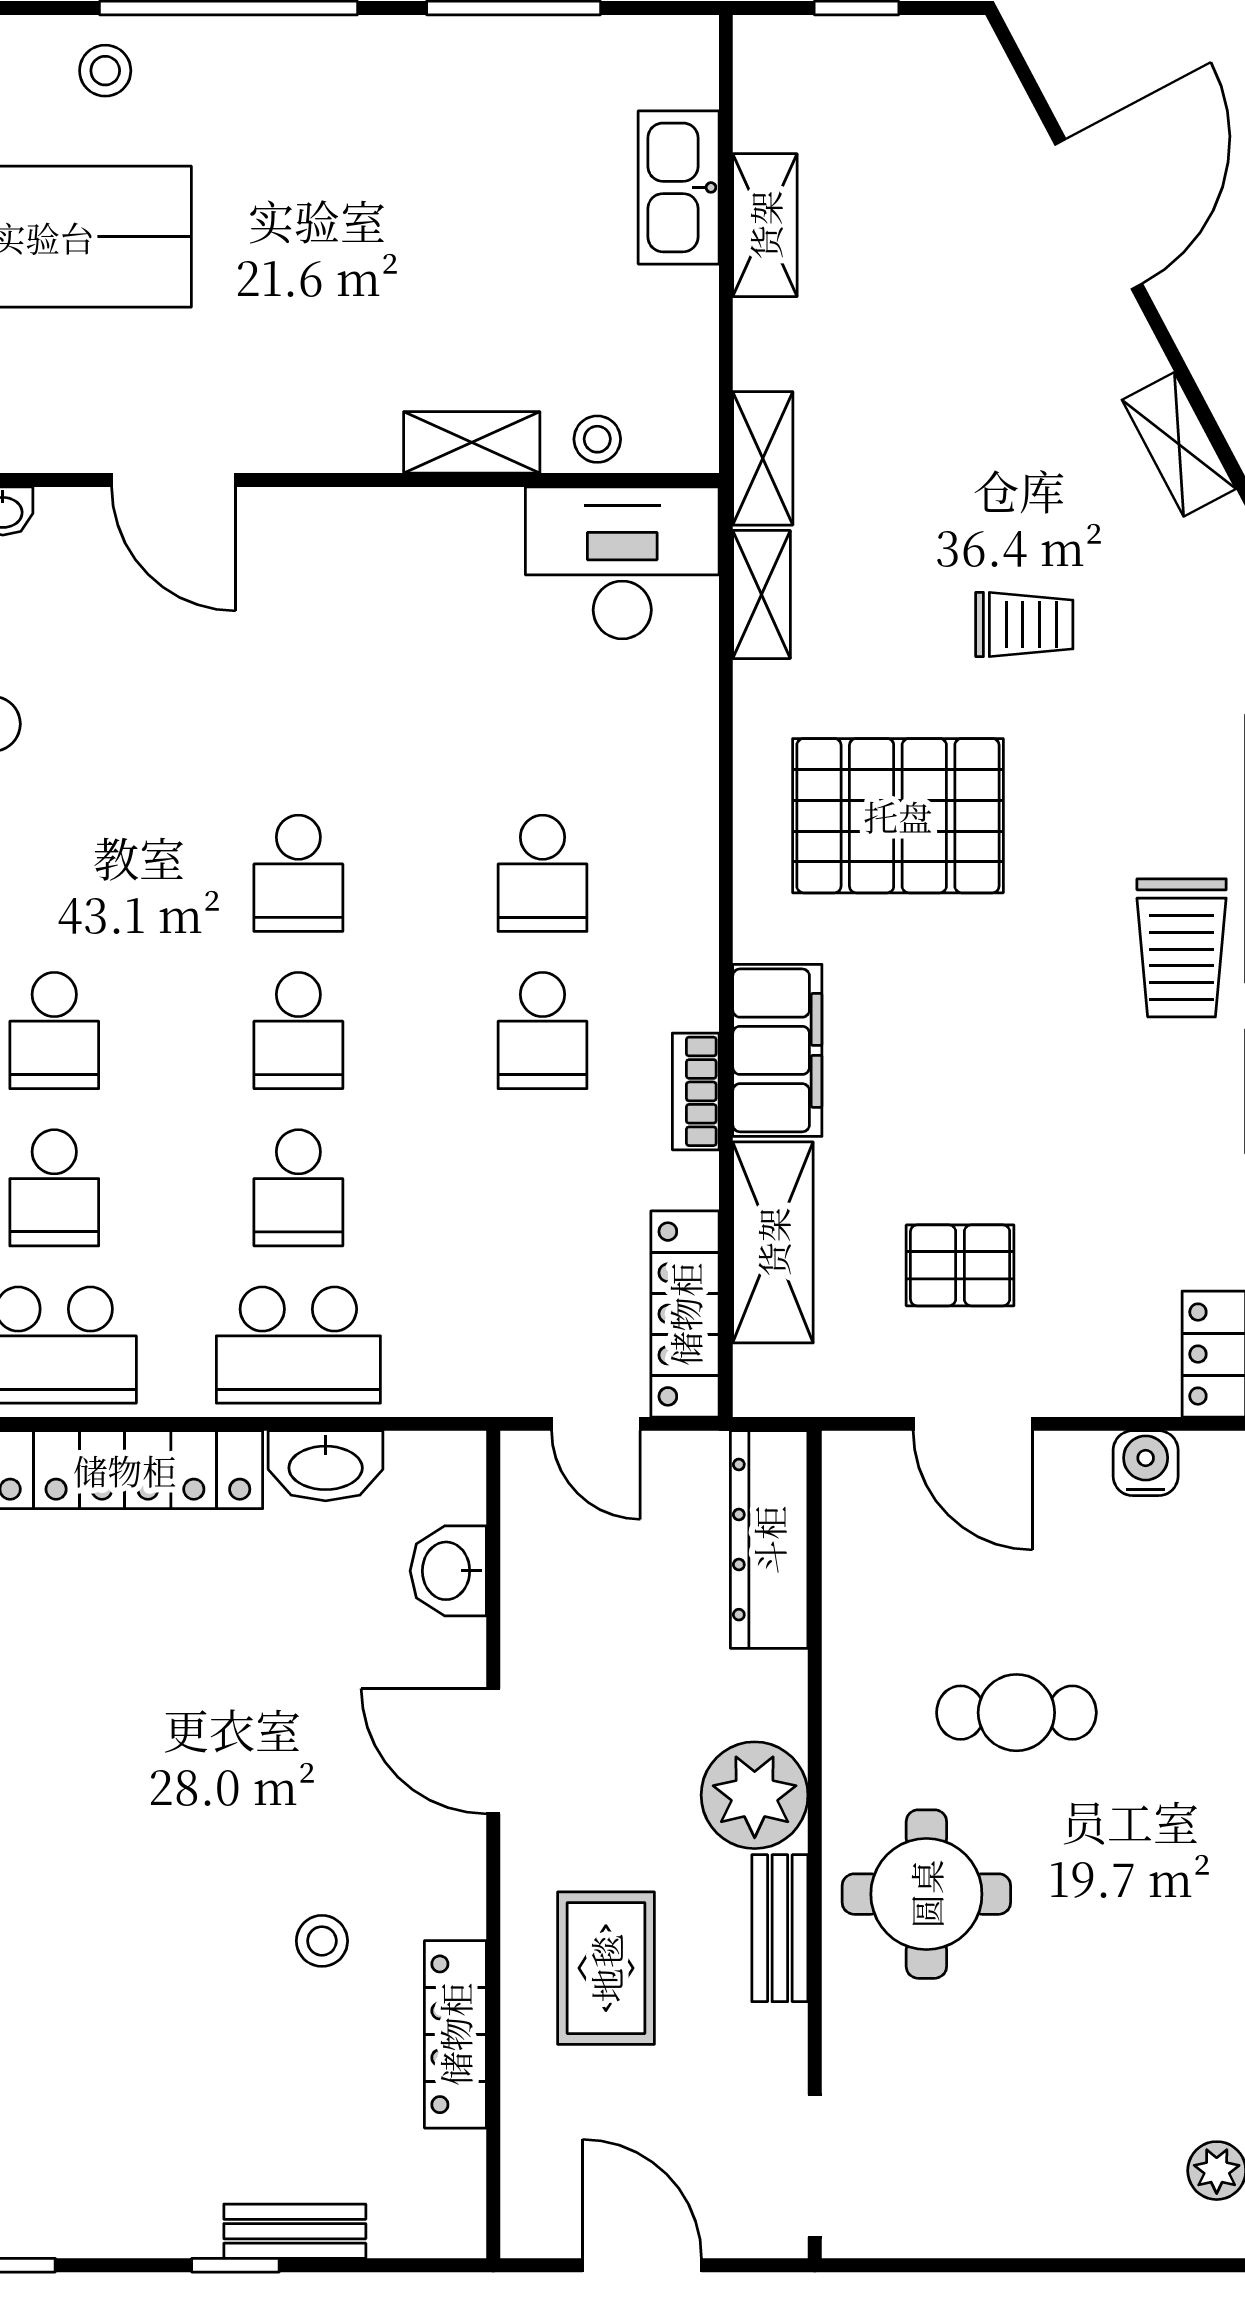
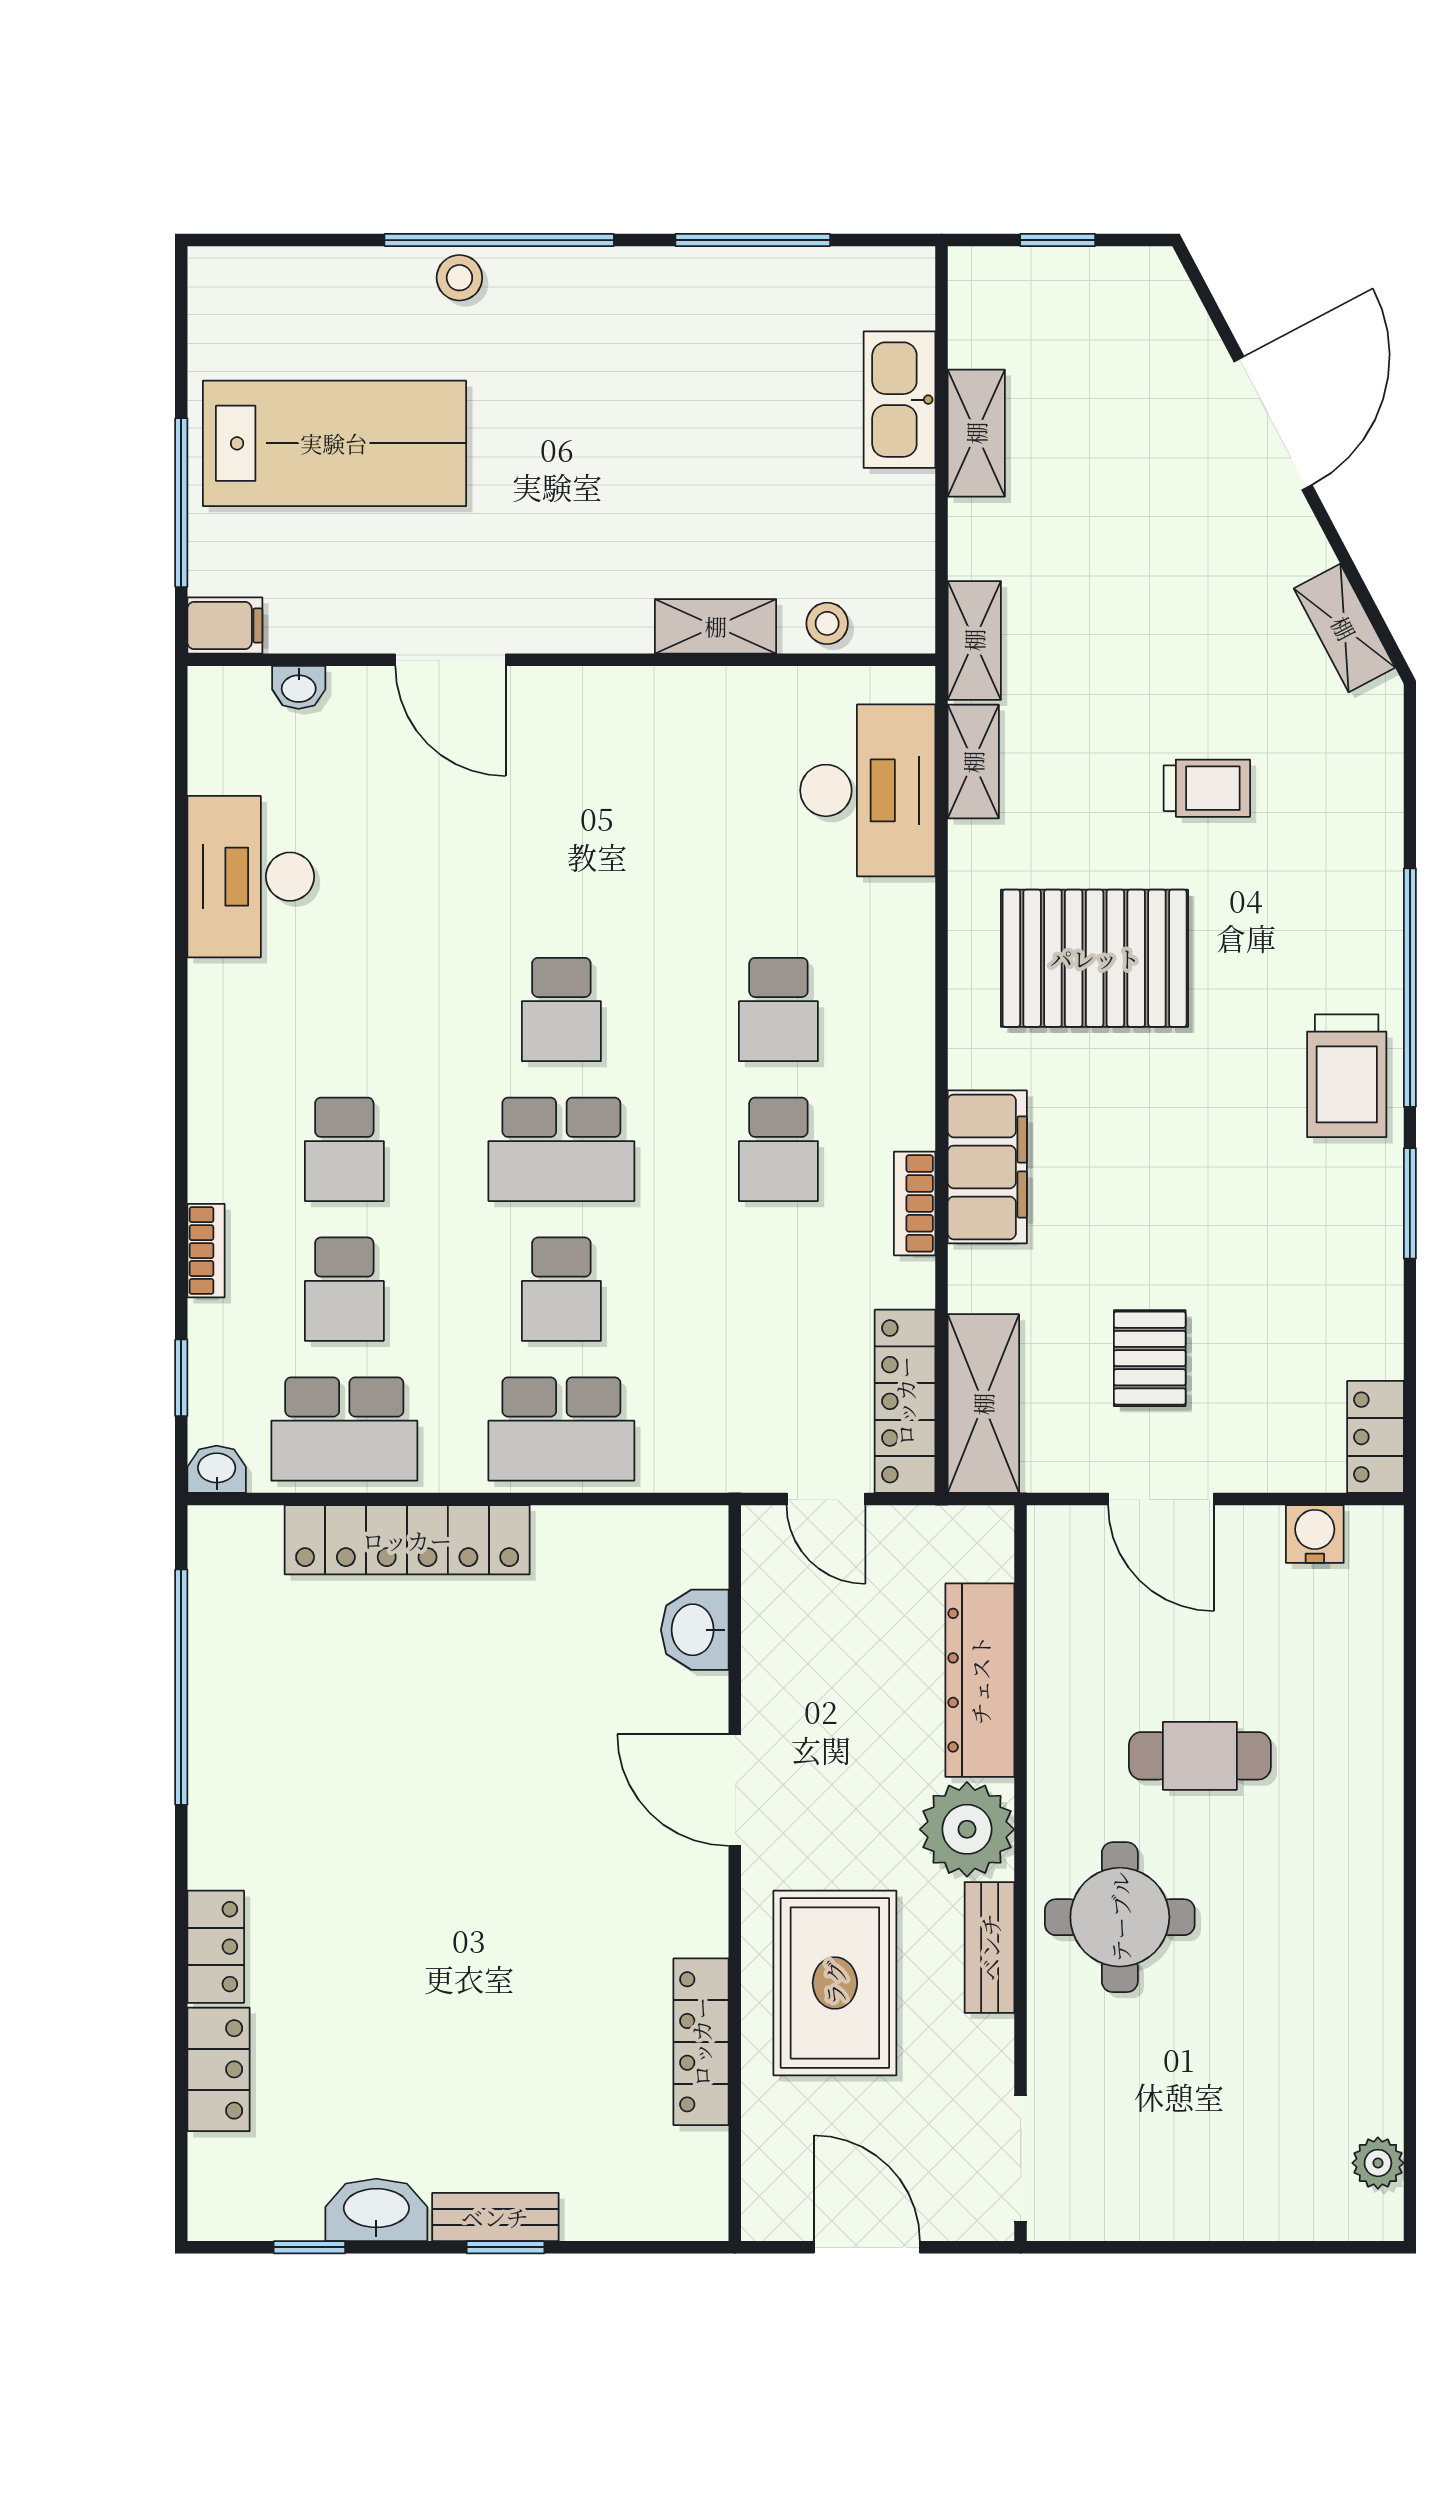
stool: (105, 71) -> (459, 278), moved
desk: (622, 563) -> (868, 790), moved, turned 90
school desk: (298, 1031) -> (561, 1149), width x1.85
shelving: (773, 1242) -> (983, 1404), moved
pallet: (960, 1265) -> (1150, 1358), turned 90
washbasin: (326, 1466) -> (376, 2210), moved, turned 180
dresser: (769, 1540) -> (980, 1680), moved
stool: (322, 1941) -> (582, 1959), removed
rug: (606, 1968) -> (835, 1983), width x1.36, depth x1.43
bench: (295, 2231) -> (495, 2217), moved

